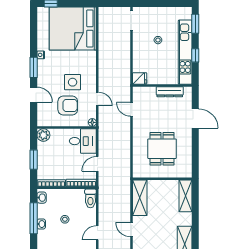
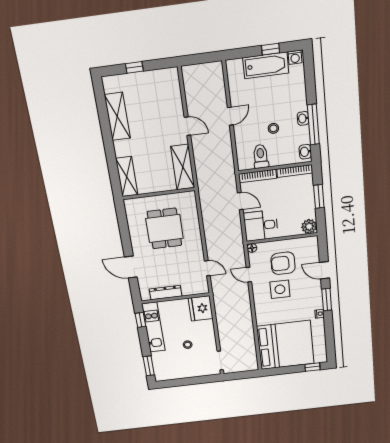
kitchen unit: (185, 52) -> (153, 327), width x0.73
window: (195, 55) -> (140, 320), moved
fridge: (140, 78) -> (201, 308), width x1.88, depth x1.34
door: (97, 164) -> (240, 201), hinge flipped
toilet: (90, 198) -> (261, 156), moved

